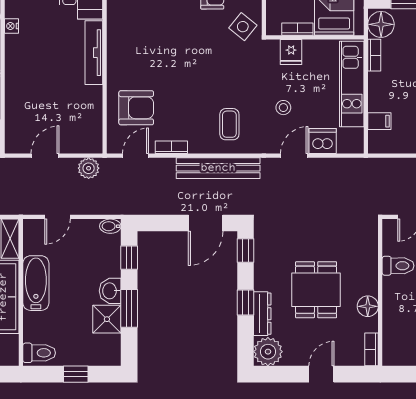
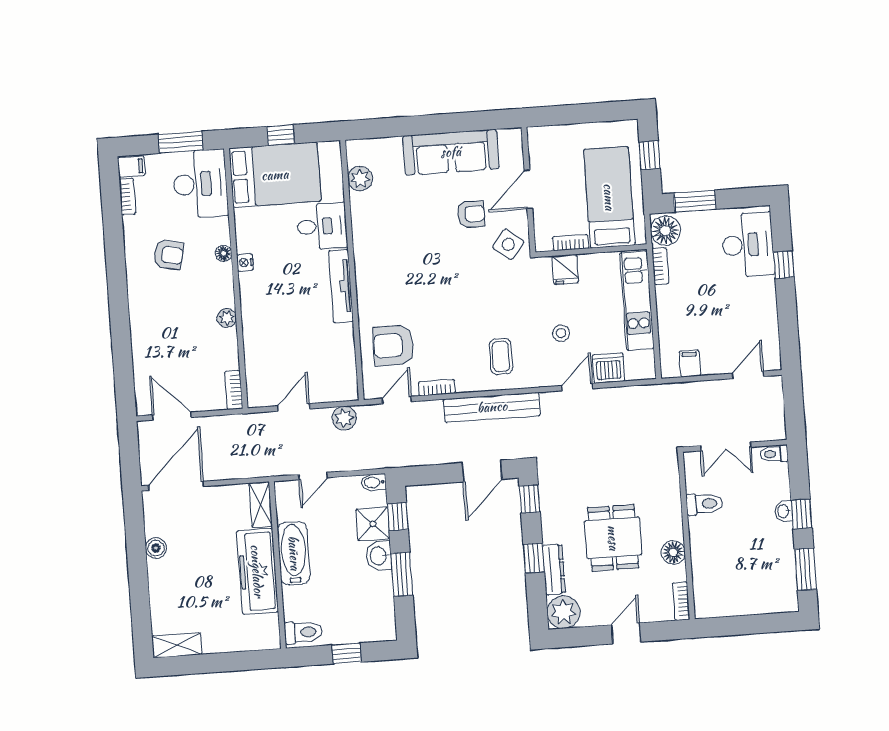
armchair: (136, 108) -> (394, 345), turned 180
filing cabinet: (379, 121) -> (690, 364), moved, turned -90
shower: (107, 319) -> (373, 524), moved

